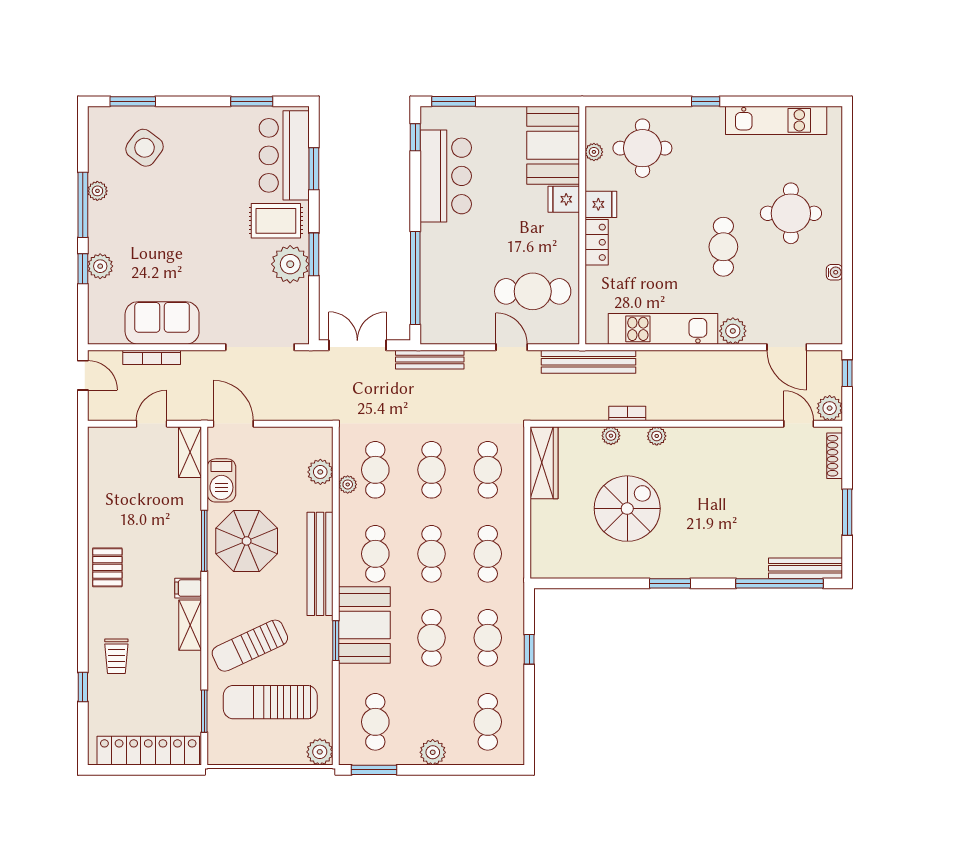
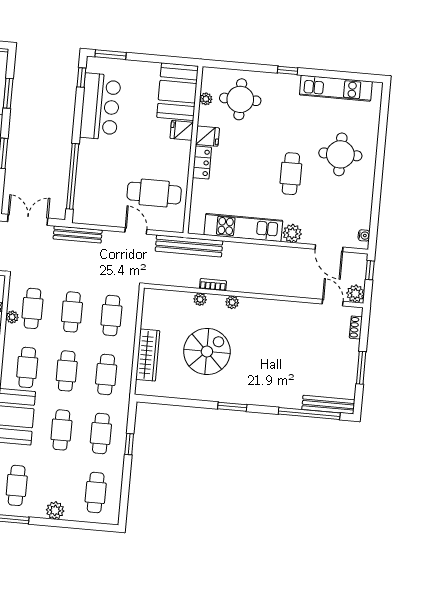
water cooler: (834, 272) -> (364, 235), moved
shoe rack: (835, 456) -> (356, 327), width x0.70
wardrobe: (544, 463) -> (148, 355), moved

